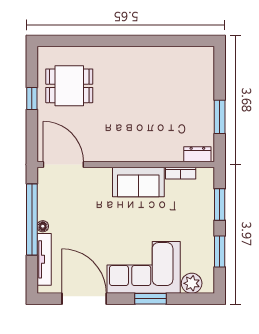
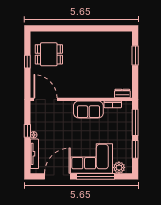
window: (220, 117) -> (135, 55), moved
window: (220, 204) -> (135, 122), width x1.44
window: (32, 219) -> (27, 131), width x0.32
door: (84, 299) -> (57, 176), hinge flipped
window: (151, 299) -> (95, 176), width x2.11

